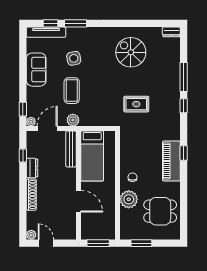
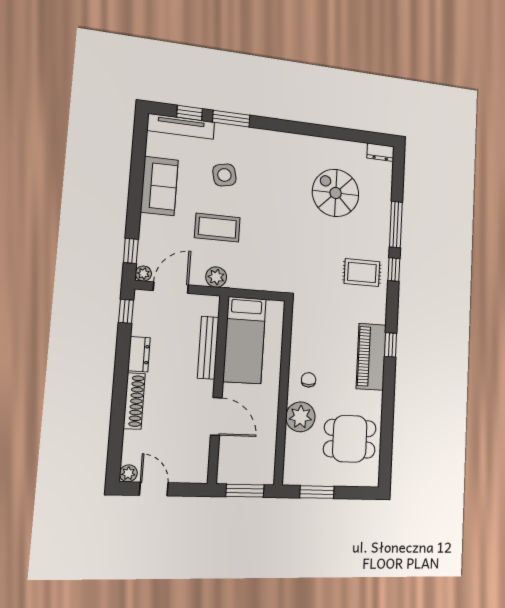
spiral stairs: (131, 52) -> (336, 193), moved
coffee table: (72, 91) -> (217, 228), turned 90
rug: (136, 104) -> (362, 273), moved
bench: (71, 149) -> (208, 348), moved
window: (23, 155) -> (126, 311), moved

